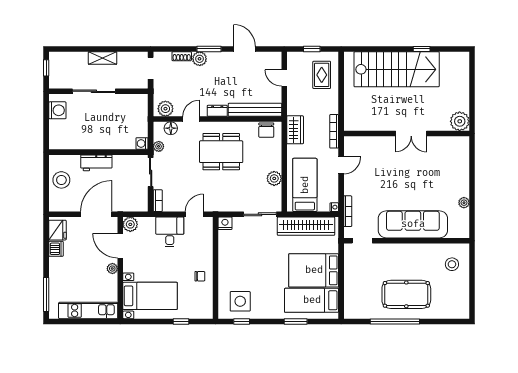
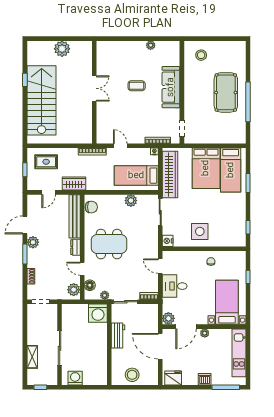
shelving: (103, 58) -> (32, 357), moved
plant: (200, 59) -> (33, 242), moved
plant: (460, 121) -> (62, 49), moved
wardrobe: (295, 130) -> (74, 183), moved
washing machine: (142, 144) -> (98, 313), width x1.89, depth x1.89
dining table: (221, 152) -> (109, 244), turned 90
workbench: (96, 163) -> (118, 335), moved
coffee table: (414, 185) -> (137, 86), added
sofa: (413, 224) -> (171, 87), width x0.74, depth x0.79
dishwasher: (56, 249) -> (205, 379), moved
side table: (240, 301) -> (200, 231), moved

